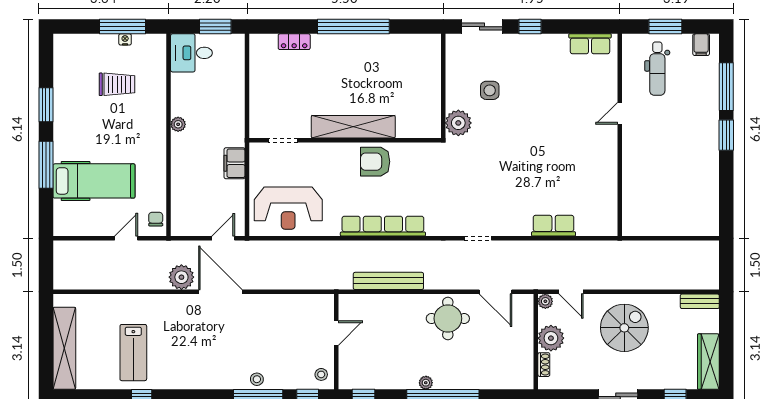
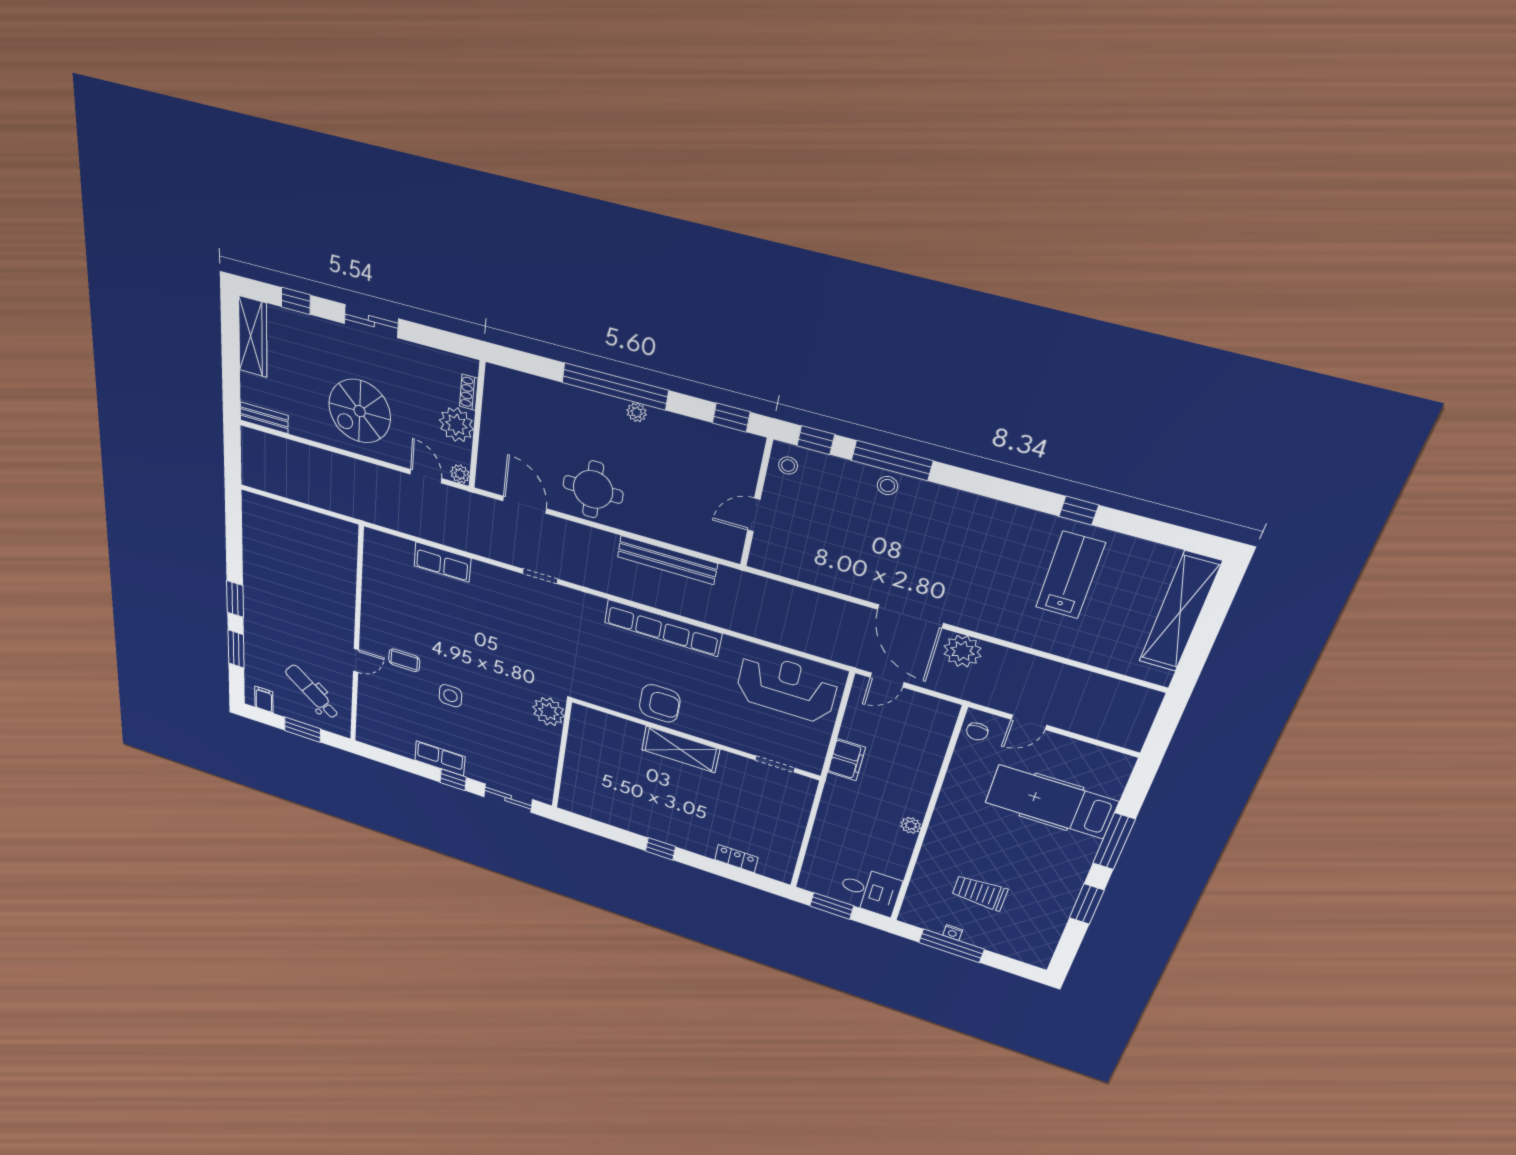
window: (353, 27) -> (660, 849), width x0.32
row of seats: (590, 44) -> (440, 758), moved
dental chair: (657, 69) -> (312, 692), turned -51
window: (726, 87) -> (236, 649), width x0.69
side table: (490, 90) -> (450, 696), moved
shelving: (353, 127) -> (681, 749), width x0.68
coffee table: (579, 128) -> (404, 660), added

